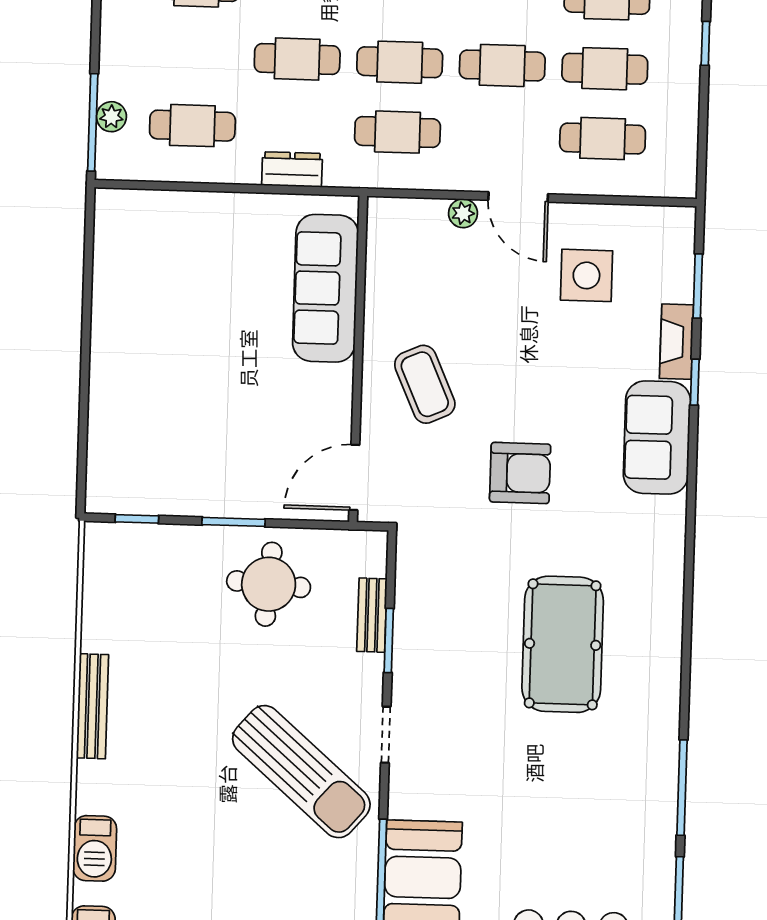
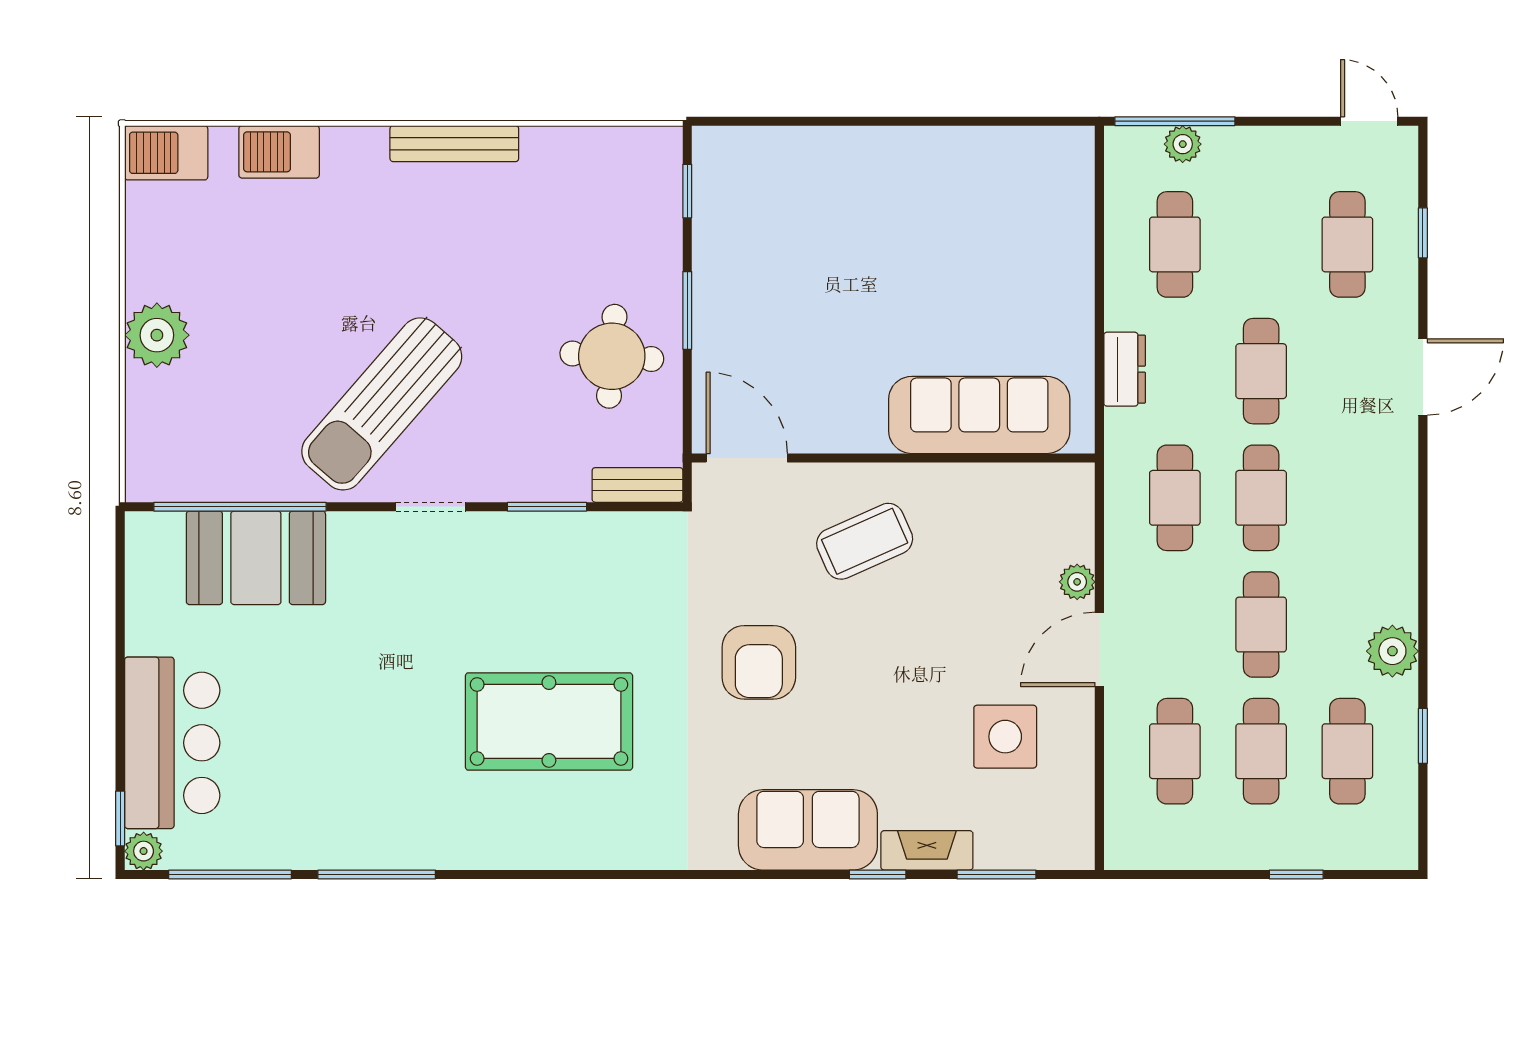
bench: (372, 615) -> (637, 485), moved

